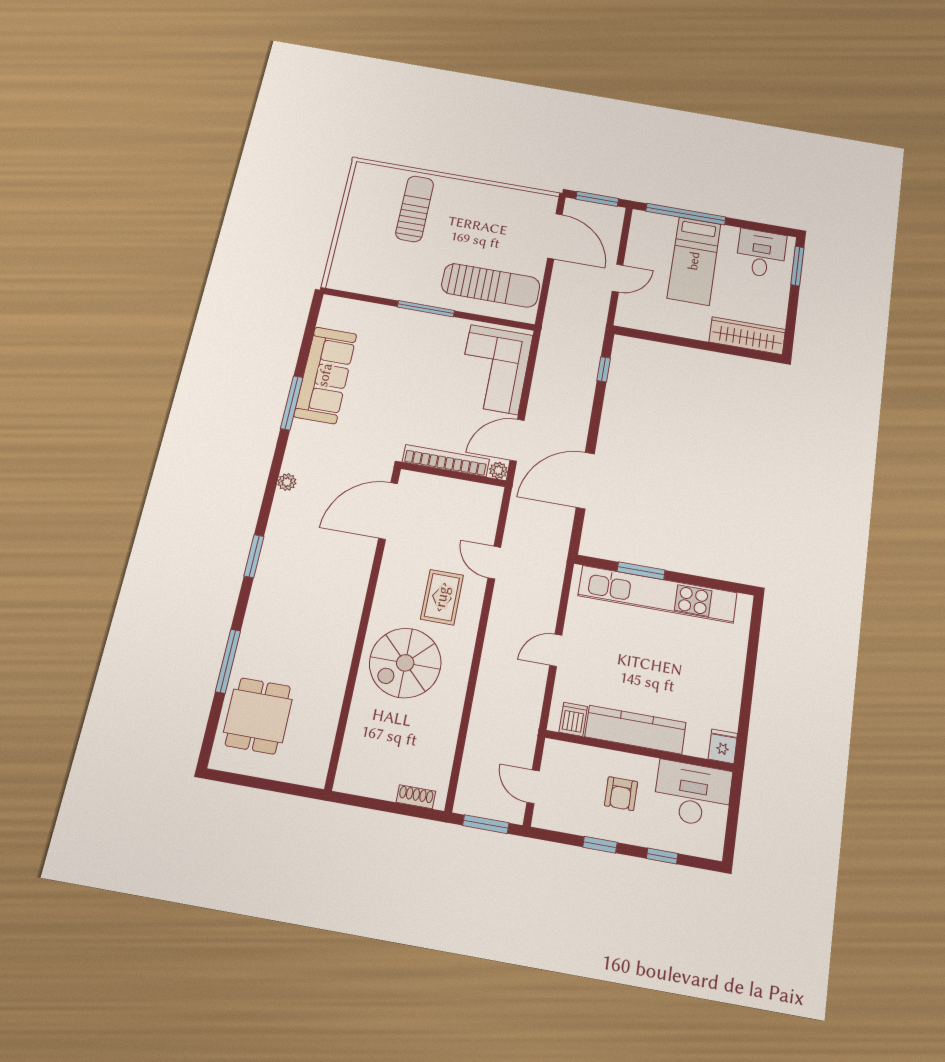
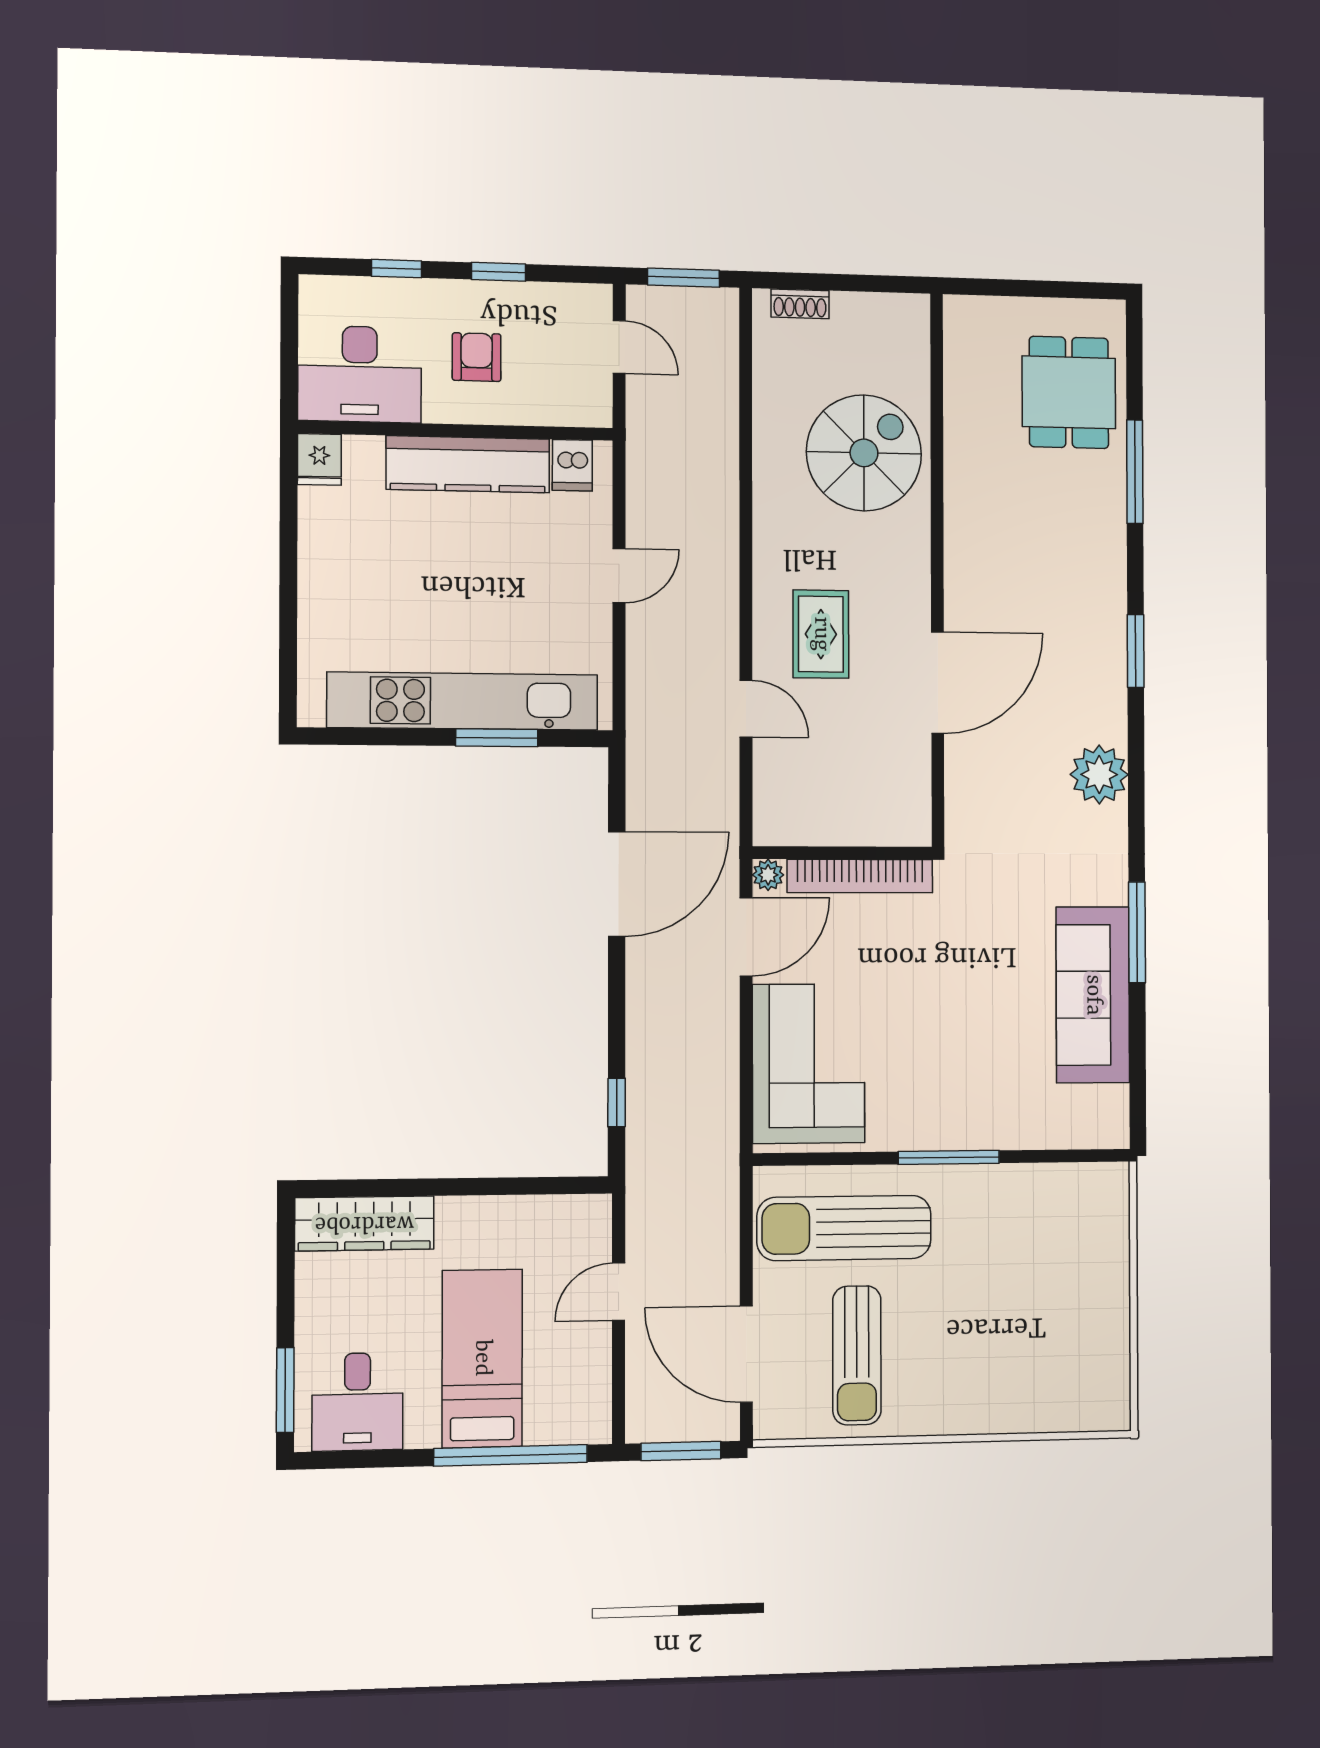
sun lounger: (415, 209) -> (857, 1355), moved
plant: (287, 482) -> (1099, 775), width x1.88, depth x1.88
door: (388, 511) -> (938, 683), moved
spiral stairs: (405, 663) -> (864, 453), moved

